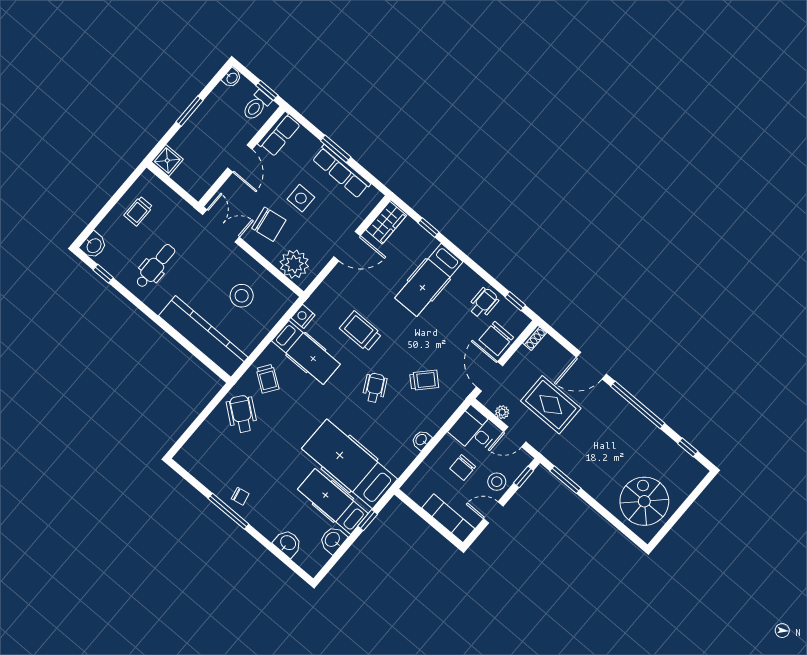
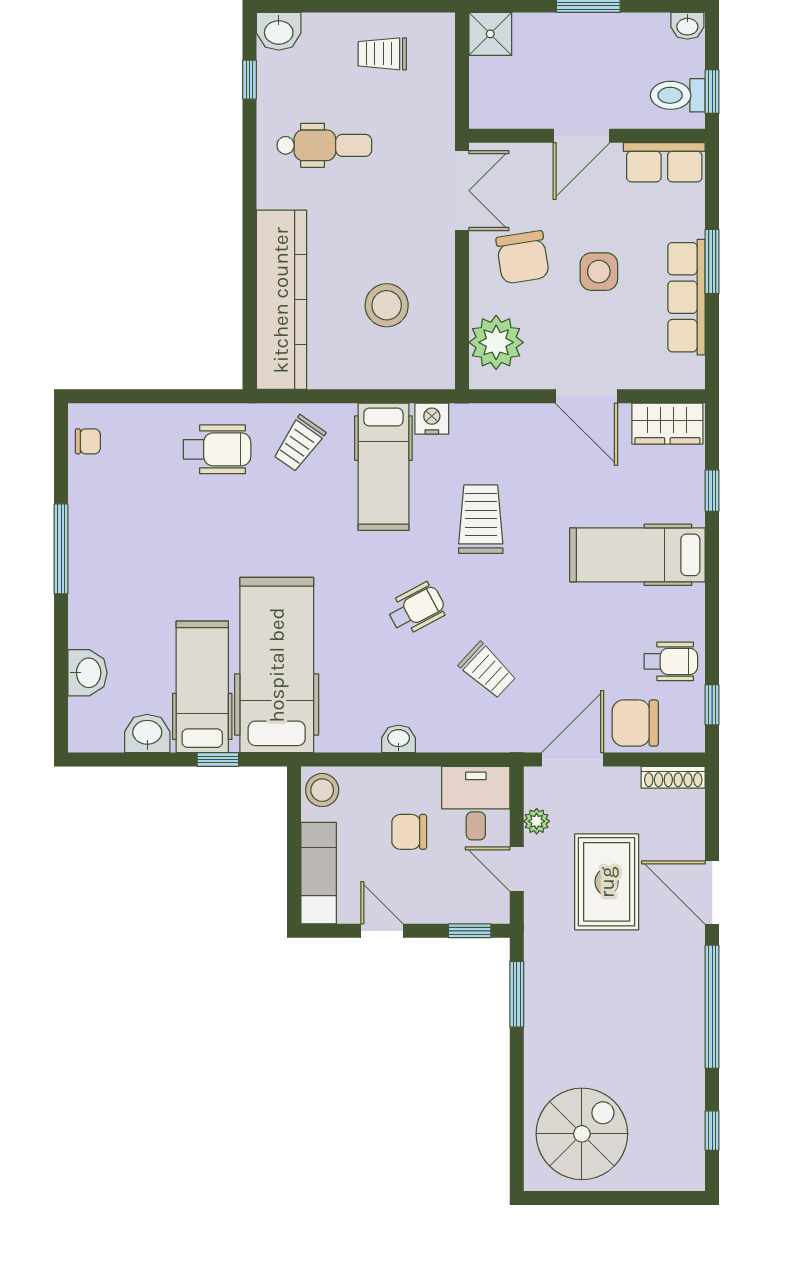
shoe rack: (535, 338) -> (673, 777), width x1.43
wheelchair: (242, 414) -> (217, 449), turned 52
stool: (497, 482) -> (322, 790), moved
chair: (240, 496) -> (88, 441), moved, turned -78

